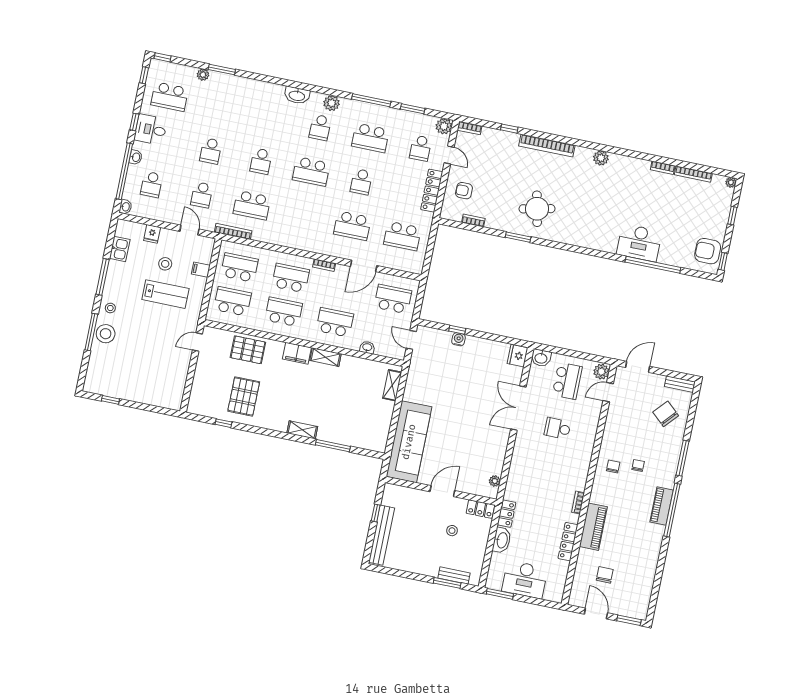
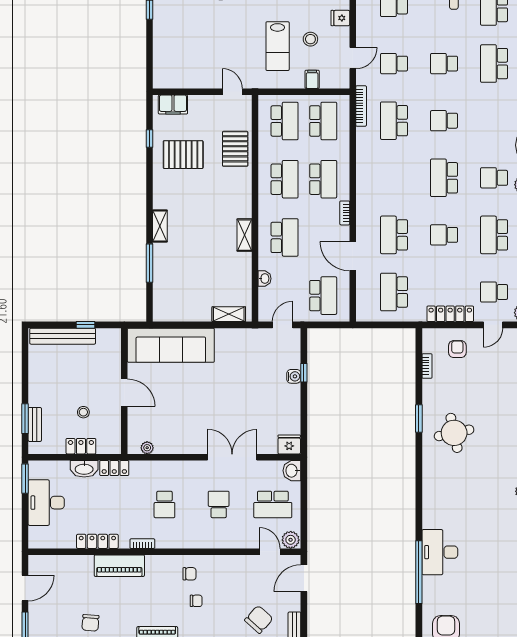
school desk: (220, 107) -> (494, 64), added
filing cabinet: (297, 353) -> (173, 105), moved, turned -90
door: (638, 367) -> (304, 578), swing flipped
school desk: (548, 476) -> (164, 504), added
locker: (480, 509) -> (81, 446), moved, turned 90
chair: (605, 575) -> (90, 623), moved, turned 94

